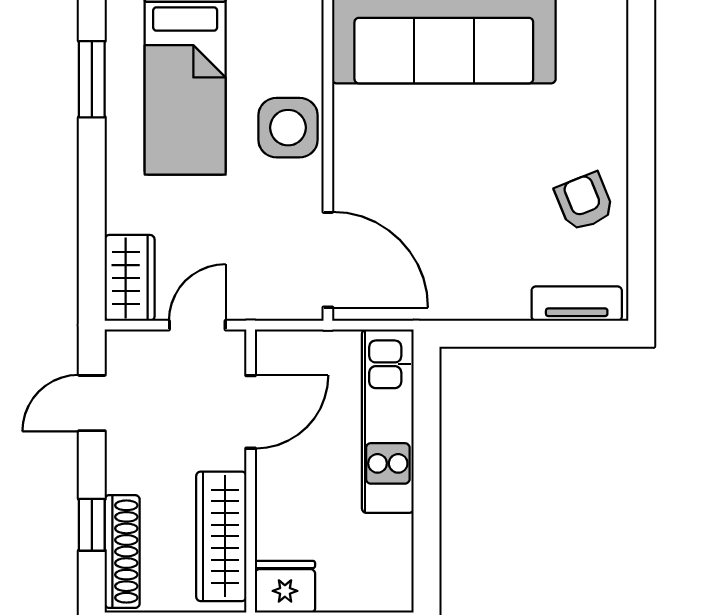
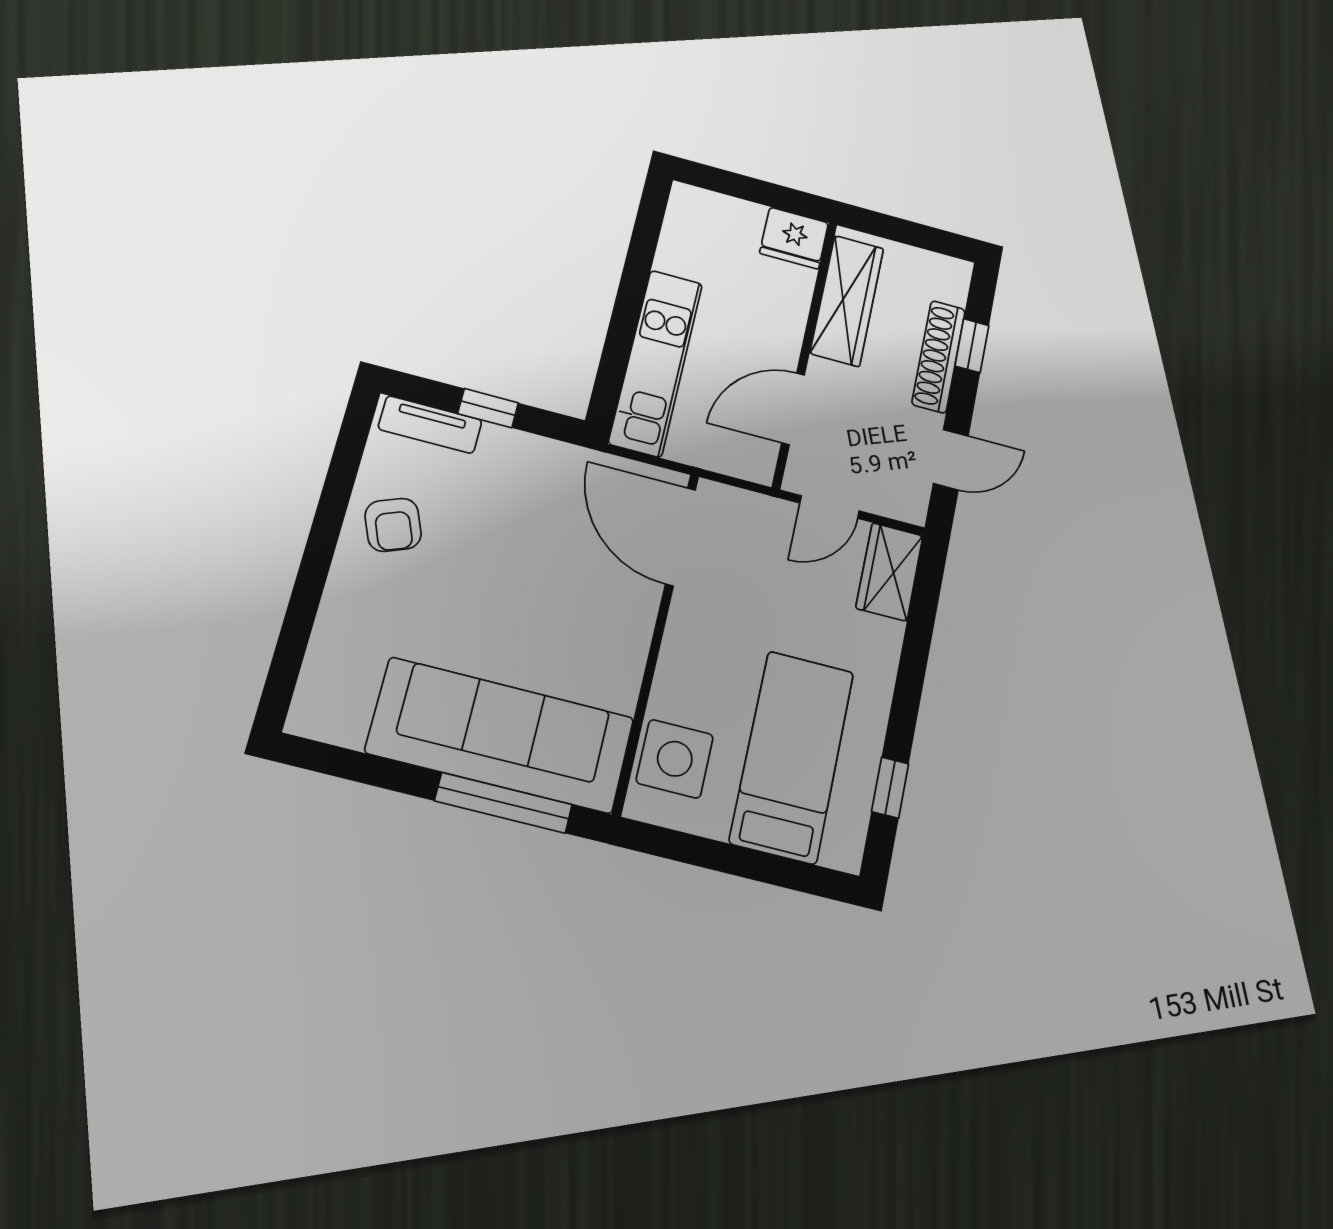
window: (92, 79) -> (890, 788), width x0.67
side table: (288, 128) -> (675, 759), moved
window: (529, 334) -> (488, 408), added
shoe rack: (122, 552) -> (939, 357), moved

